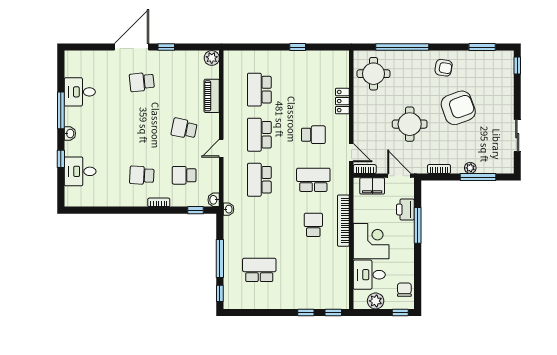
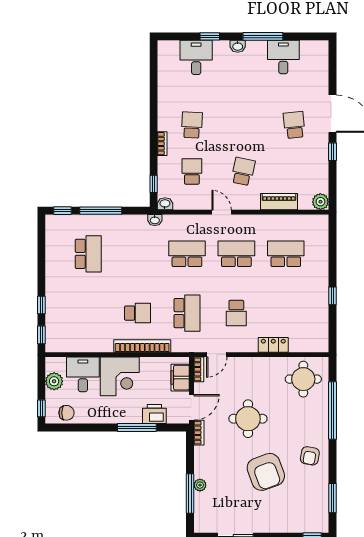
bookcase: (439, 169) -> (199, 433), moved

